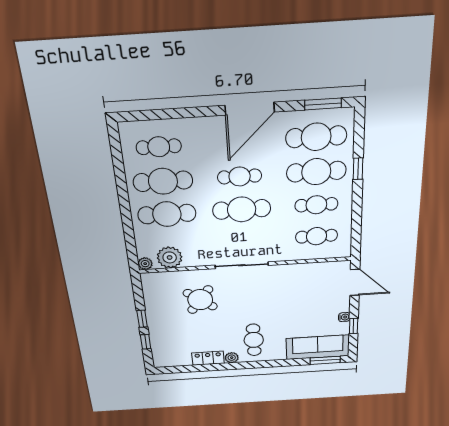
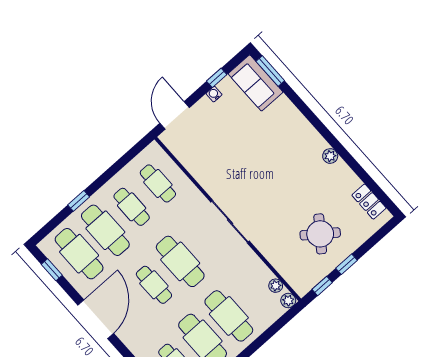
window: (323, 104) -> (52, 270), width x0.67
door: (250, 109) -> (96, 319), hinge flipped
plant: (170, 257) -> (276, 286), width x0.53, depth x0.53
round table: (200, 300) -> (320, 234), moved
cafe table: (254, 340) -> (297, 152), removed
window: (146, 342) -> (322, 286), moved
sofa: (318, 347) -> (256, 83), width x0.73
locker: (208, 358) -> (369, 202), moved

